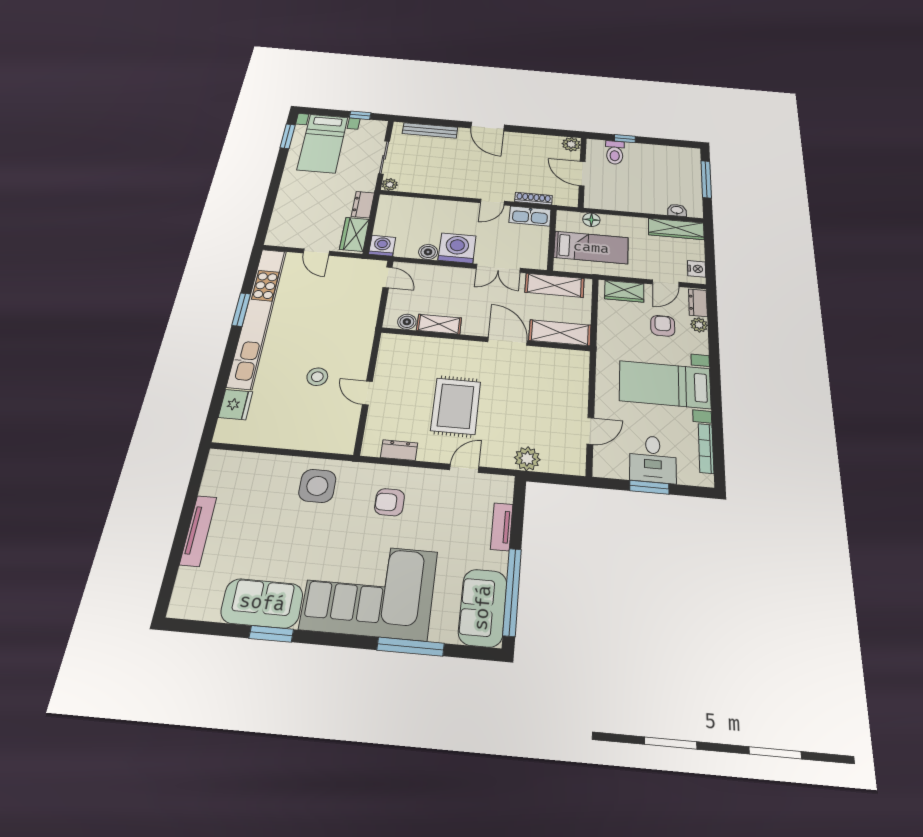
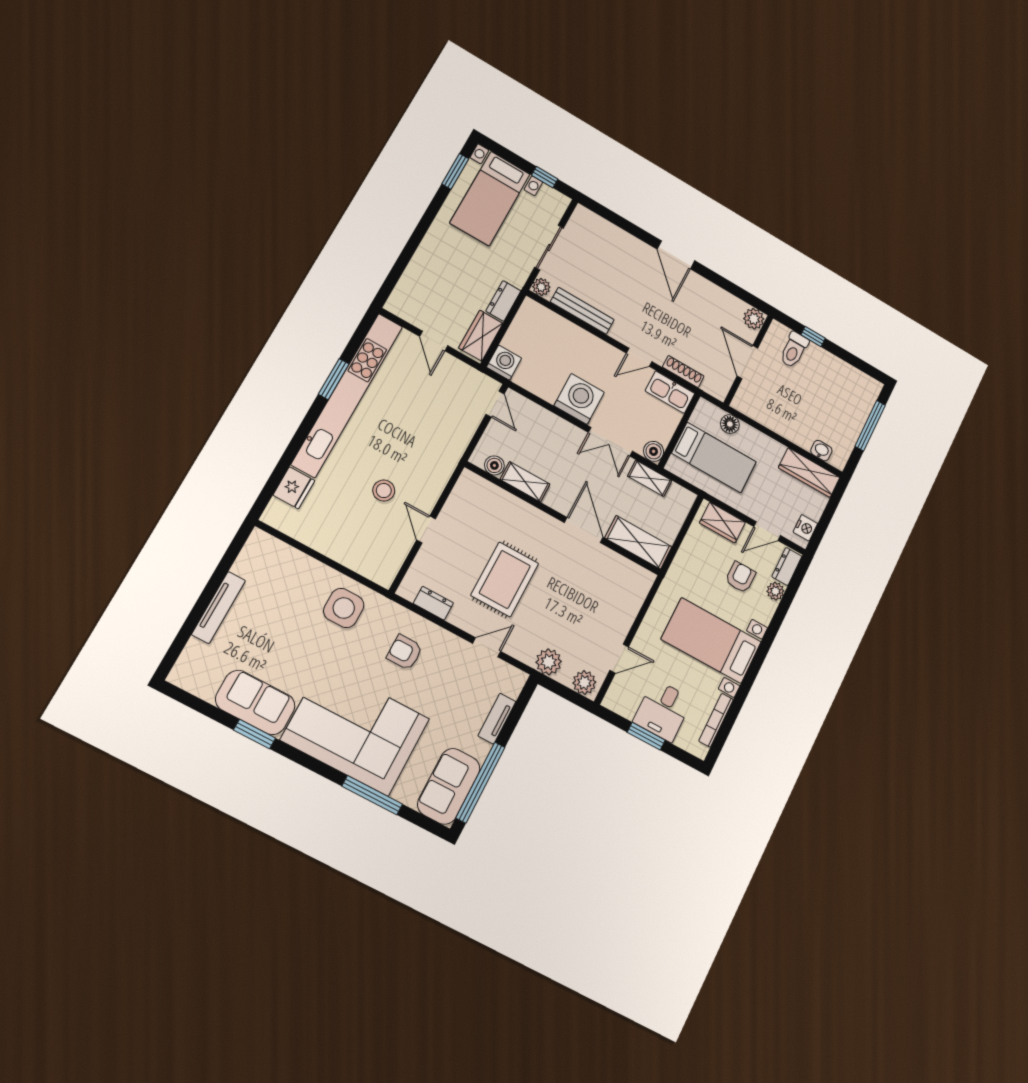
bench: (430, 130) -> (582, 311), moved
boiler: (428, 252) -> (654, 451), moved
shelving: (554, 285) -> (650, 478), width x0.67, depth x0.75
plant: (569, 463) -> (584, 683), added

